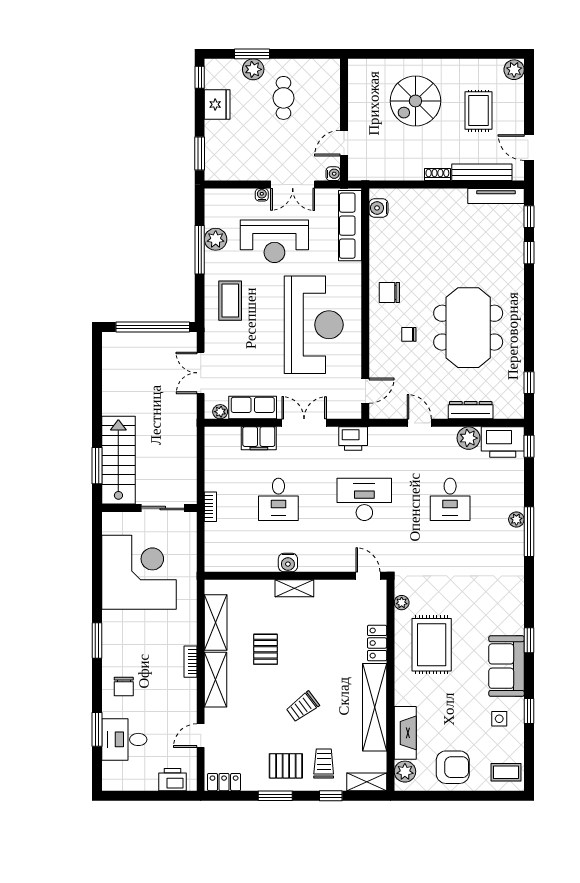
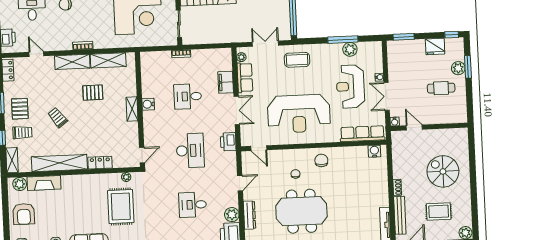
coffee table: (230, 301) -> (297, 60), moved
rug: (432, 645) -> (121, 207), moved, turned 90

